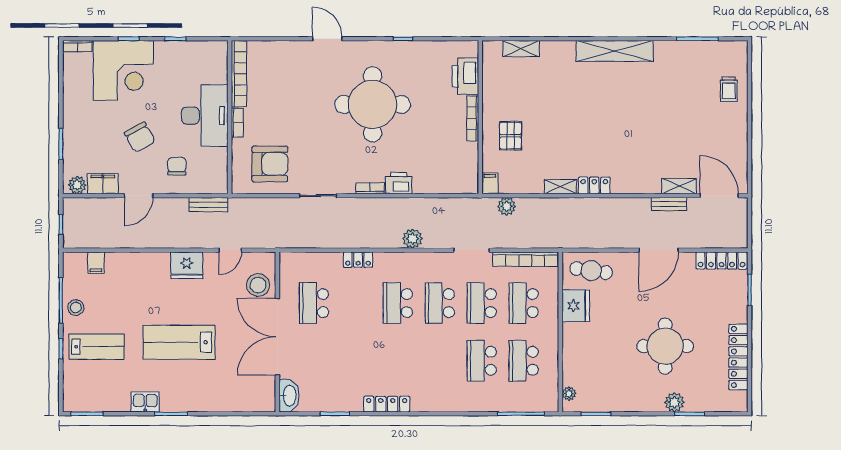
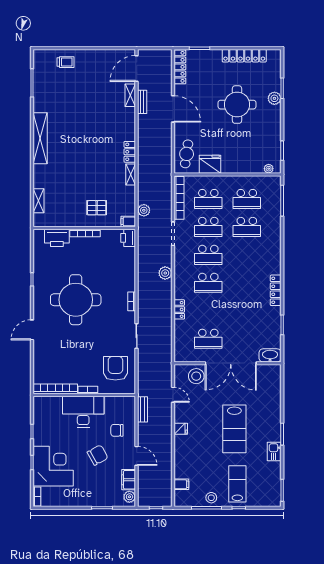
printer: (399, 183) -> (128, 238), moved
fridge: (187, 265) -> (181, 429), width x0.53, depth x0.75

